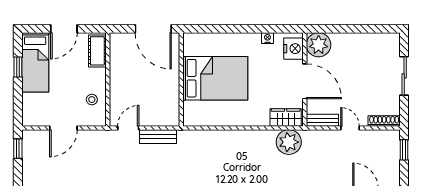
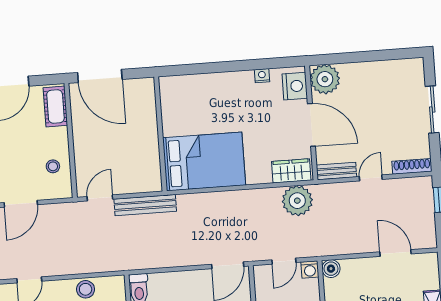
door: (153, 29) -> (100, 76), moved
bed: (215, 78) -> (204, 161), moved
door: (350, 128) -> (371, 178), hinge flipped
bench: (158, 137) -> (145, 205), width x1.36

